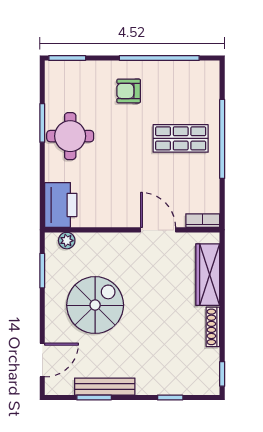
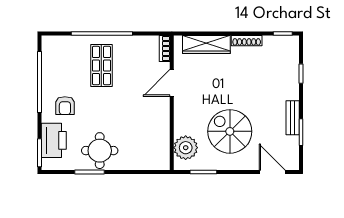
printer: (61, 205) -> (54, 140), moved, turned 90
plant: (67, 241) -> (186, 148), width x1.87, depth x1.87
bench: (105, 387) -> (293, 118), width x0.73

